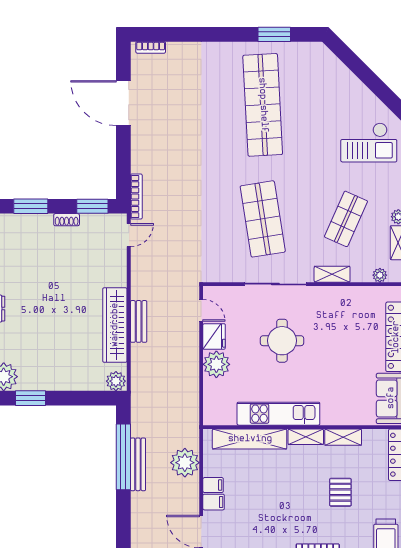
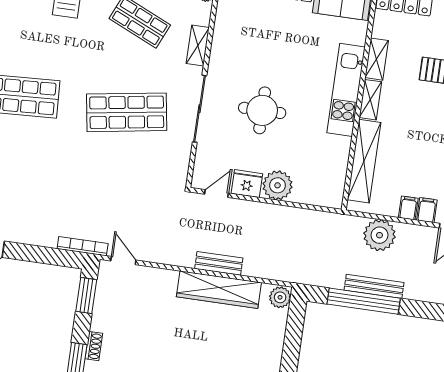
shoe rack: (67, 220) -> (94, 346), moved
kitchen unit: (278, 414) -> (346, 90), moved

